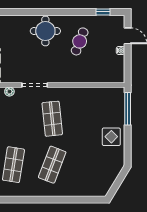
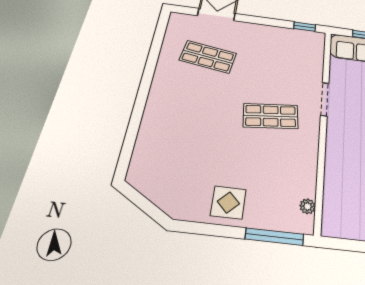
plant: (9, 92) -> (308, 206), moved
shop shelf: (52, 165) -> (198, 107), removed

